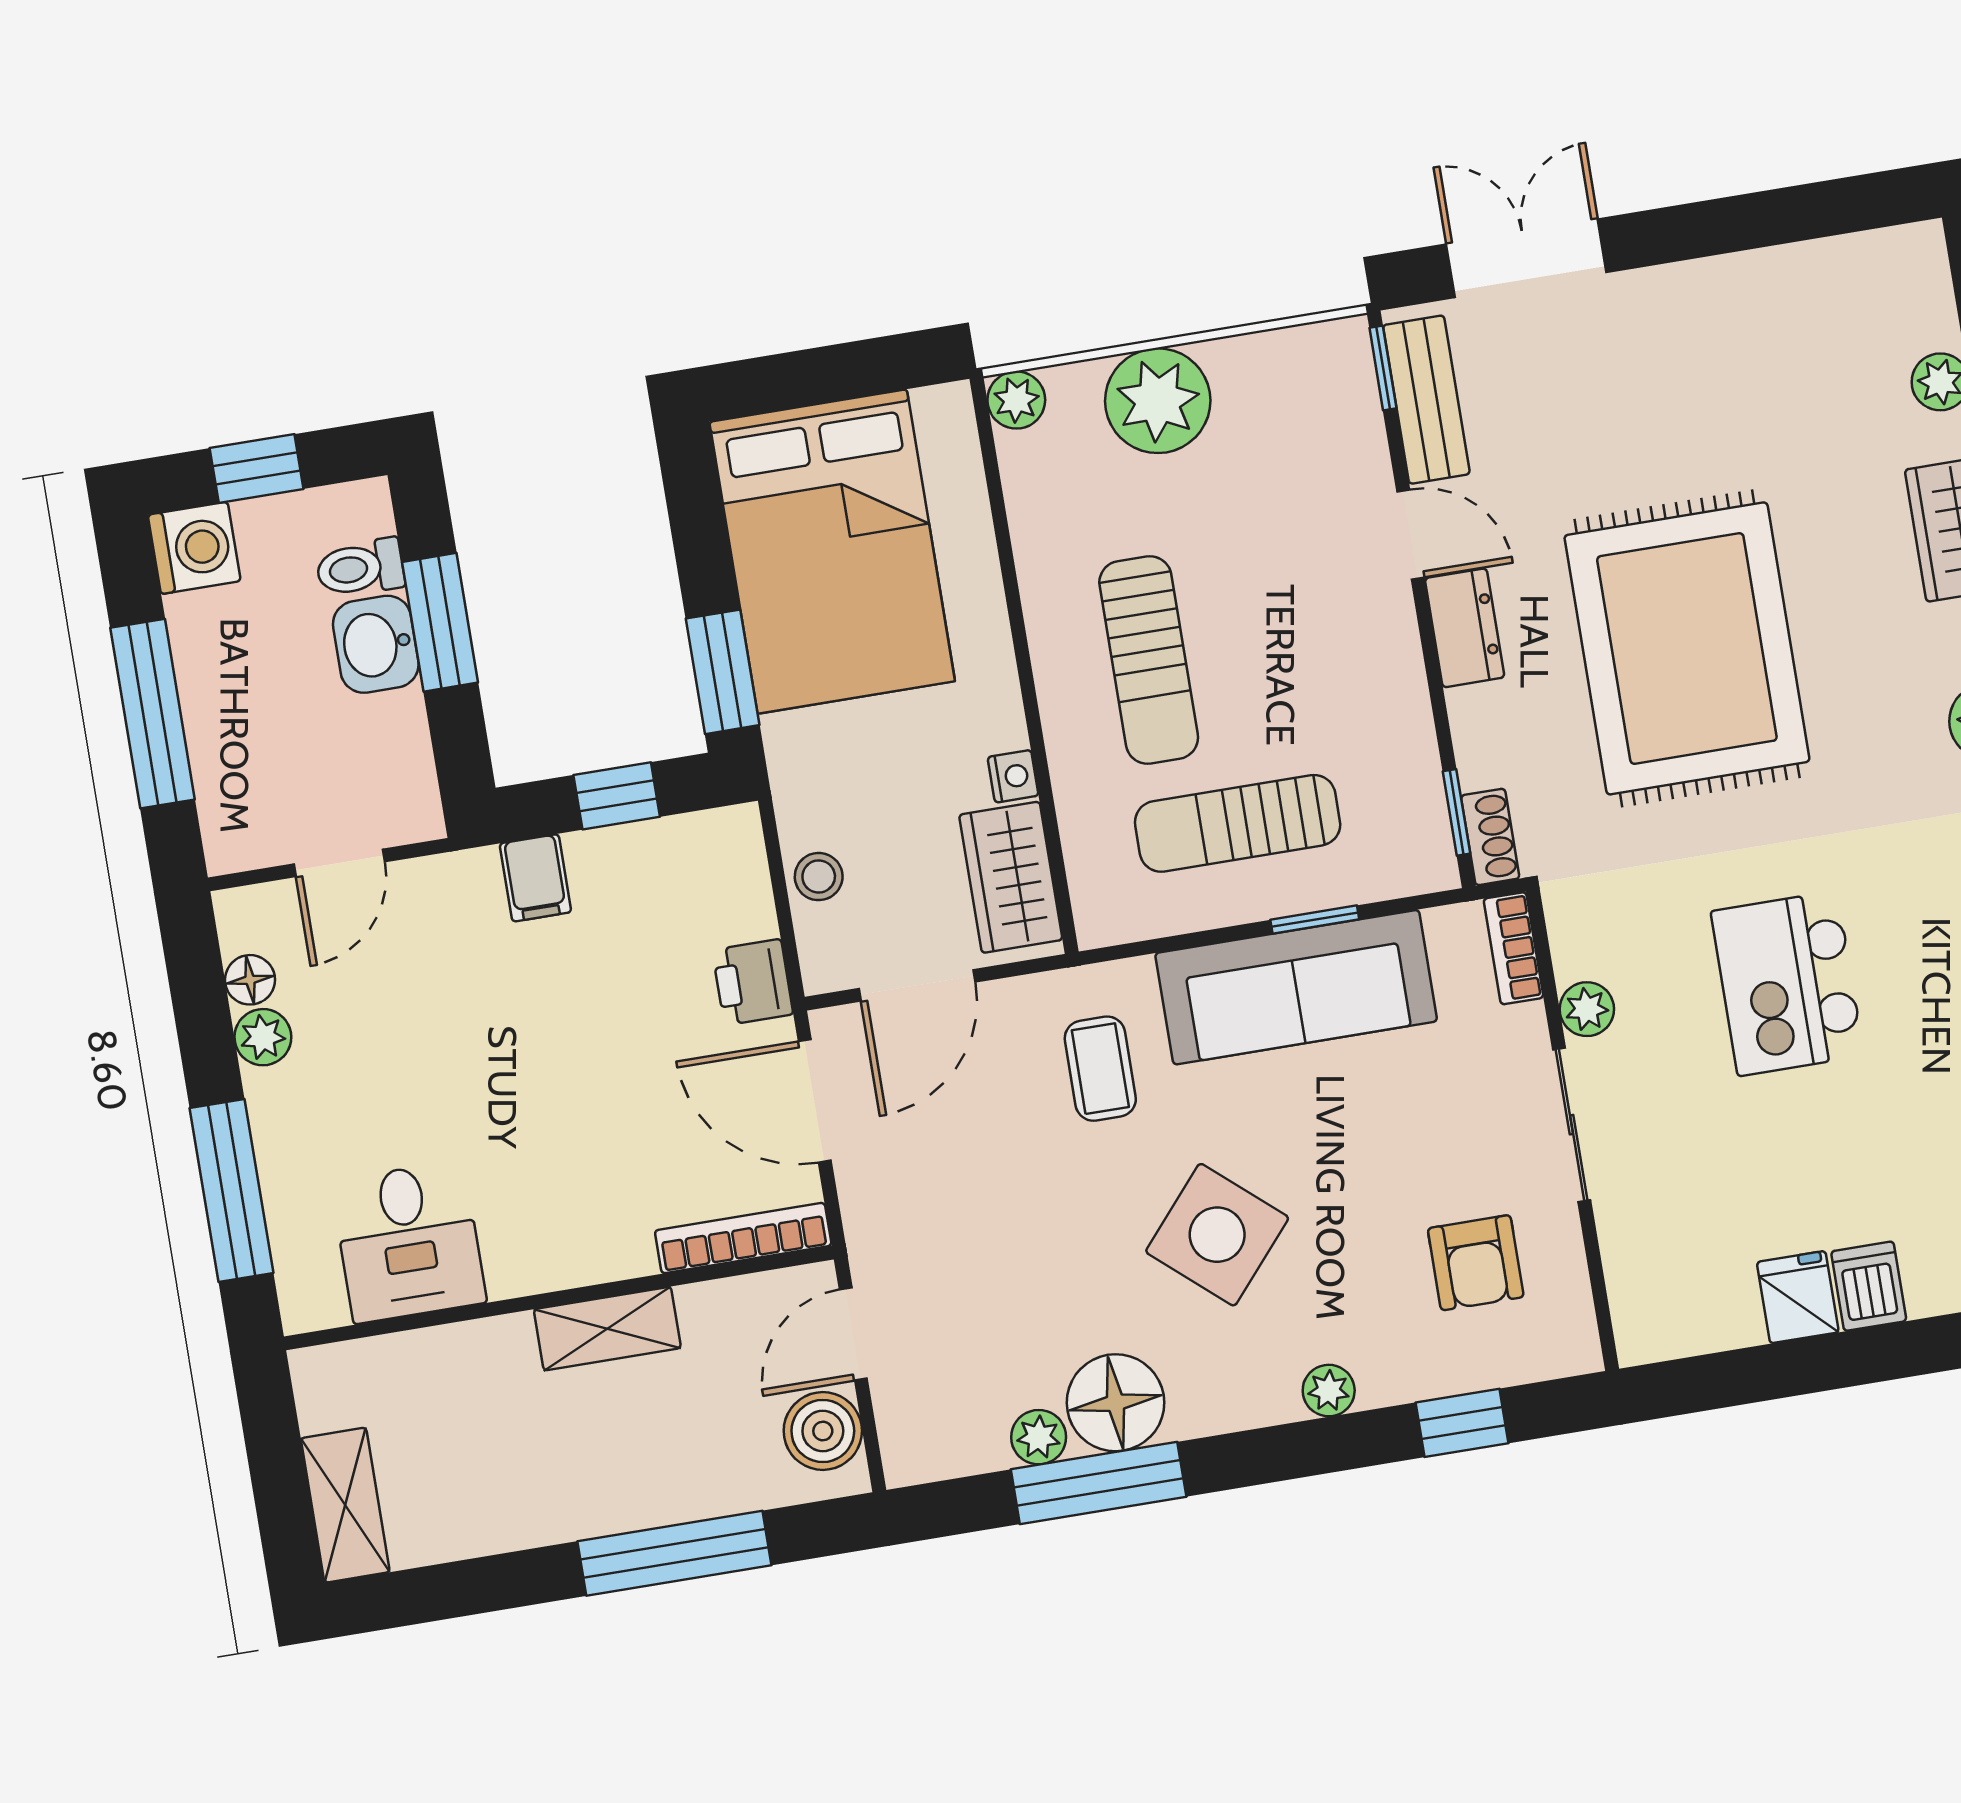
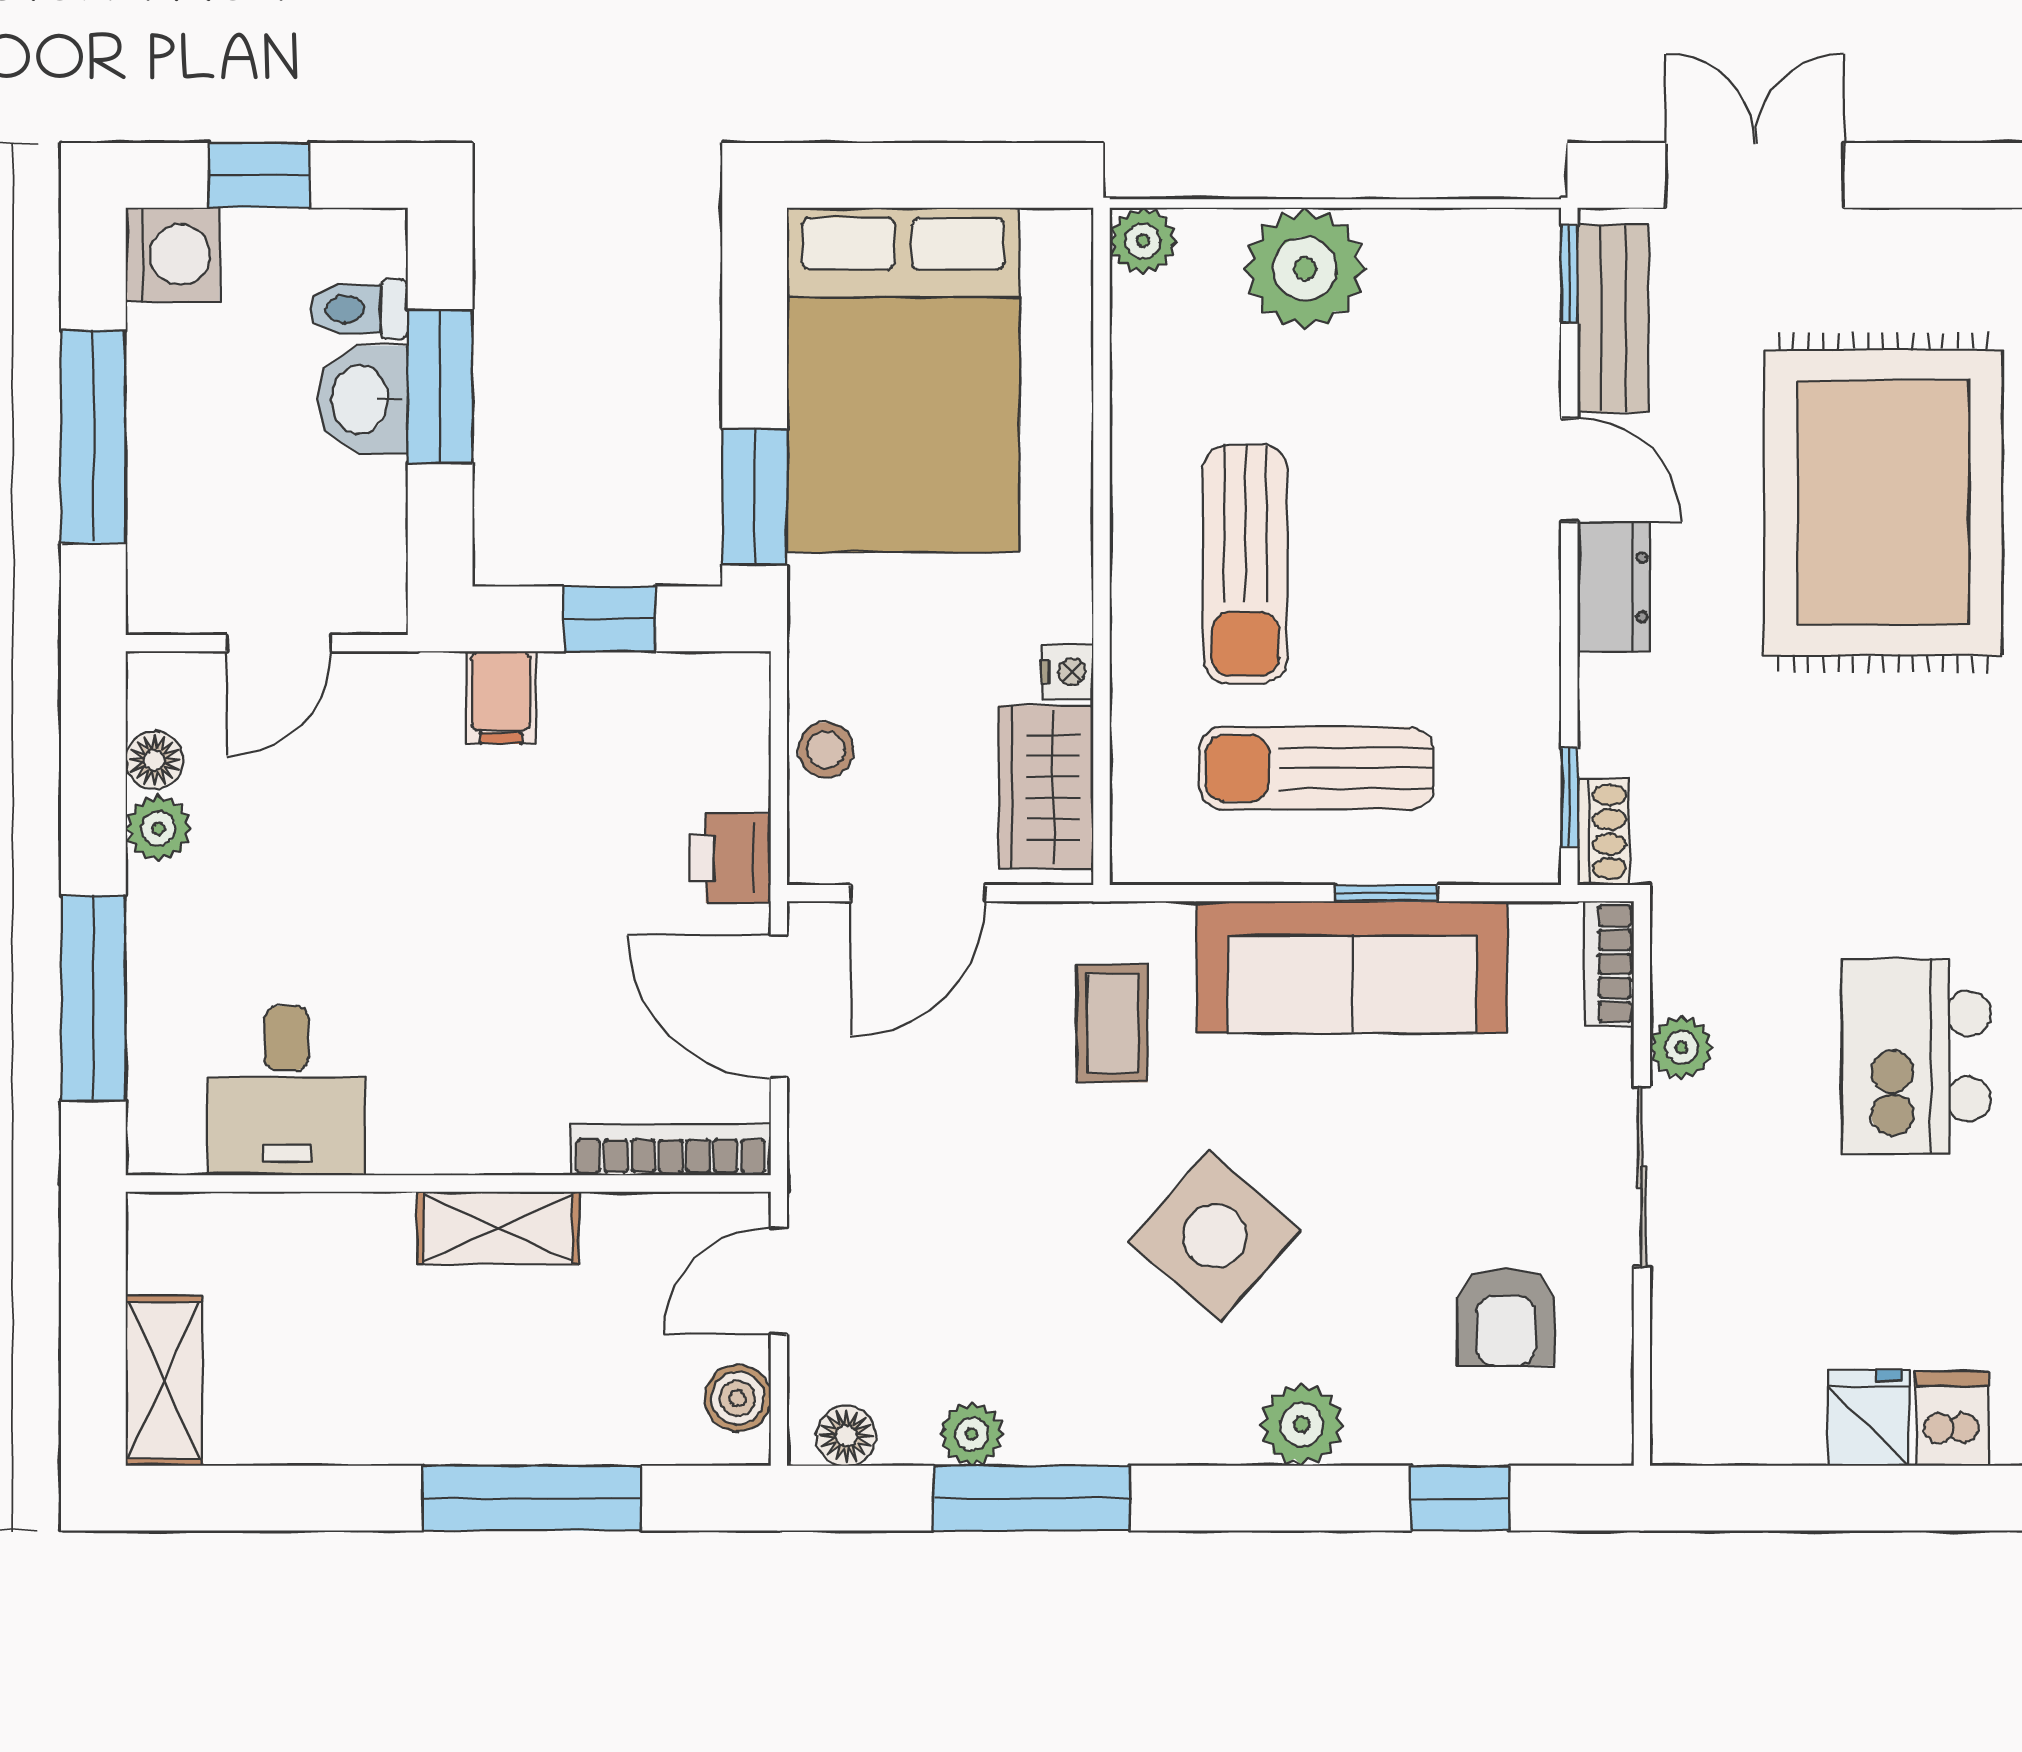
rug: (1687, 648) -> (1883, 503), moved
plant: (1329, 1391) -> (1302, 1424), width x1.38, depth x1.38
floor lamp: (1116, 1403) -> (846, 1436), moved, width x0.53, depth x0.53
boiler: (823, 1431) -> (738, 1398), width x0.73, depth x0.73

